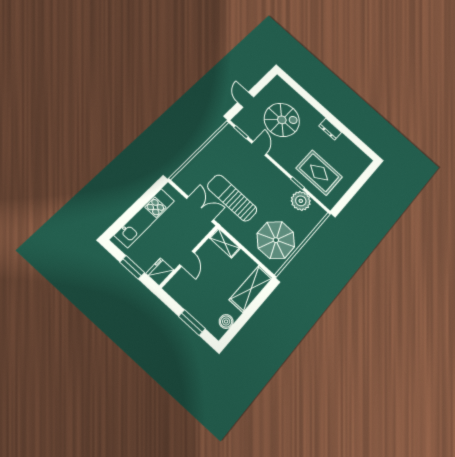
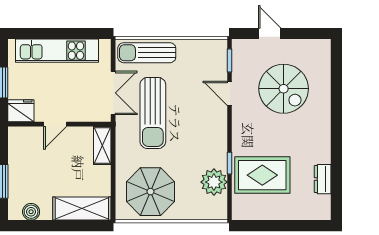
door: (246, 100) -> (270, 34), hinge flipped
dresser: (330, 129) -> (323, 179), moved
door: (259, 148) -> (229, 93), swing flipped
sun lounger: (195, 170) -> (147, 53), added
rug: (319, 173) -> (262, 175), turned 90
sun lounger: (232, 198) -> (153, 113), turned 180

